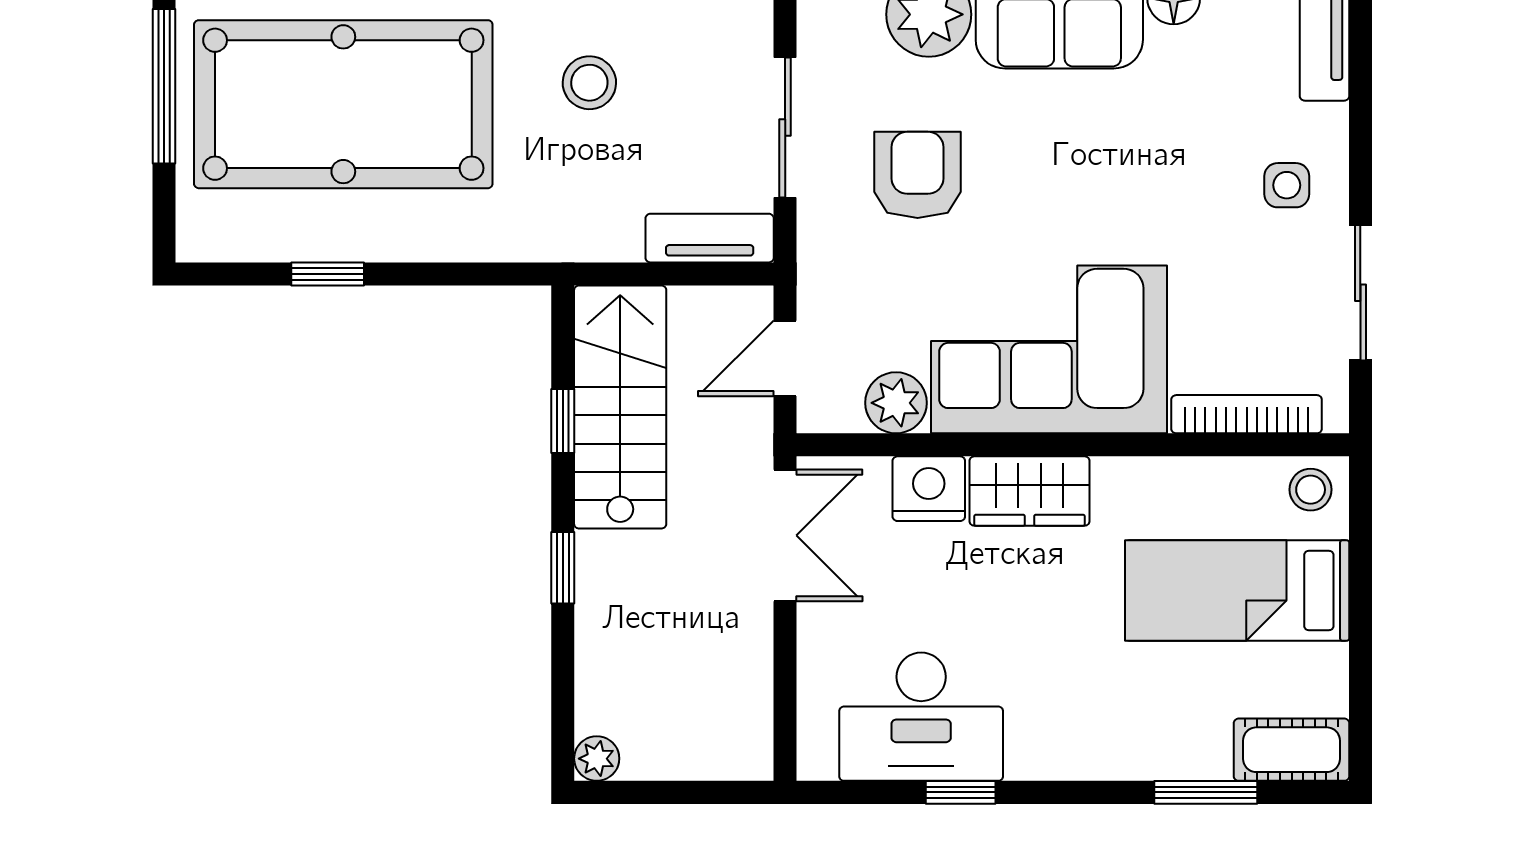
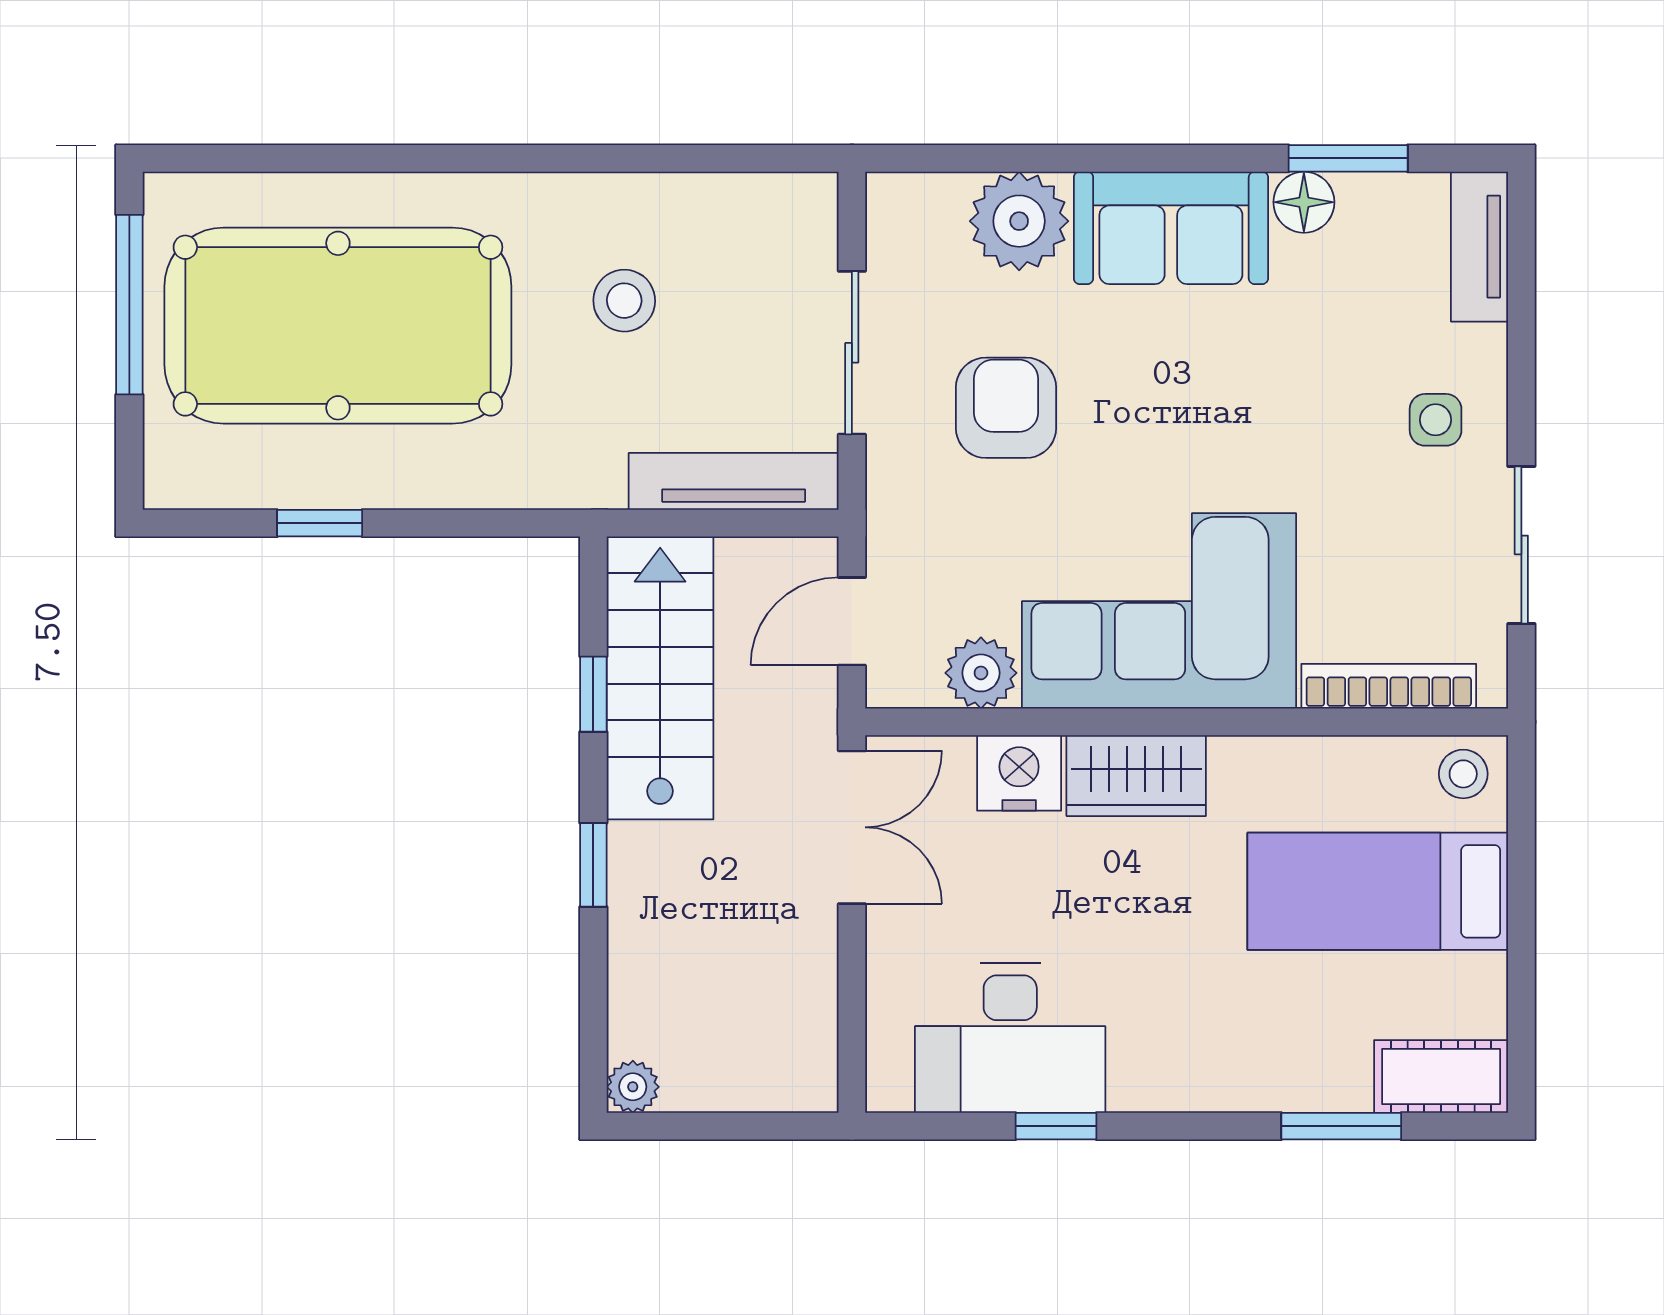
tv unit: (710, 238) -> (734, 481), width x1.41

